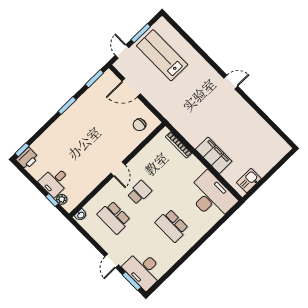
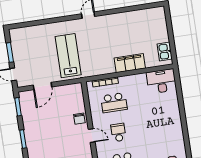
lab bench: (162, 55) -> (68, 56), moved, turned 90
chair: (139, 125) -> (79, 119), moved
desk: (211, 197) -> (161, 81), width x0.73, depth x0.77
school desk: (172, 226) -> (114, 103), moved

